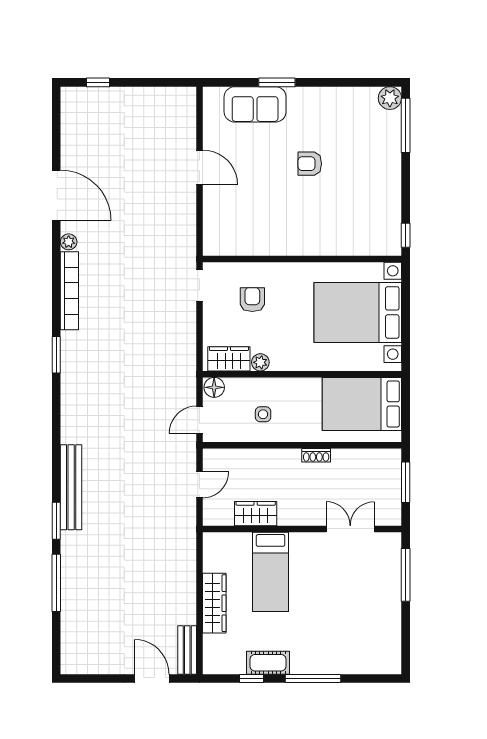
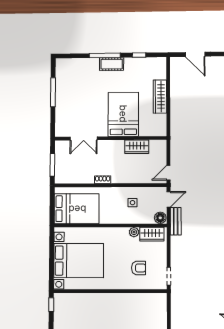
armchair: (252, 300) -> (139, 268), turned -90
door: (200, 485) -> (168, 173), moved
bed: (270, 572) -> (123, 114), width x1.50
window: (406, 575) -> (53, 92), moved
bench: (187, 650) -> (176, 221), moved
cot: (268, 663) -> (112, 64), moved

